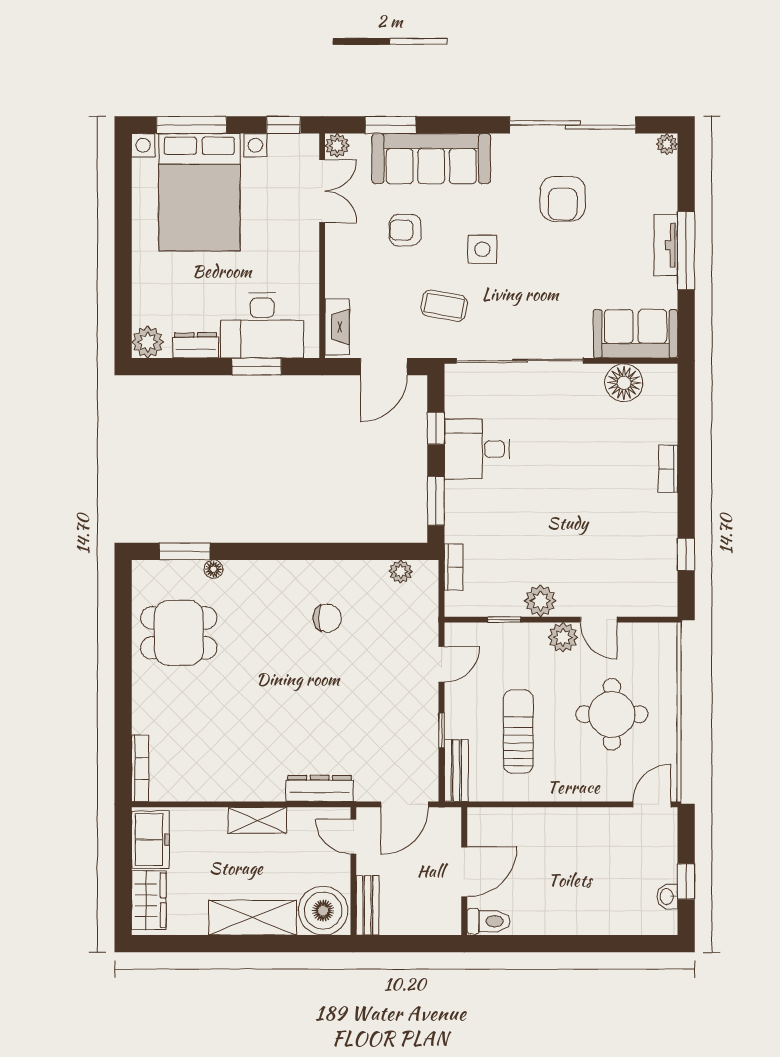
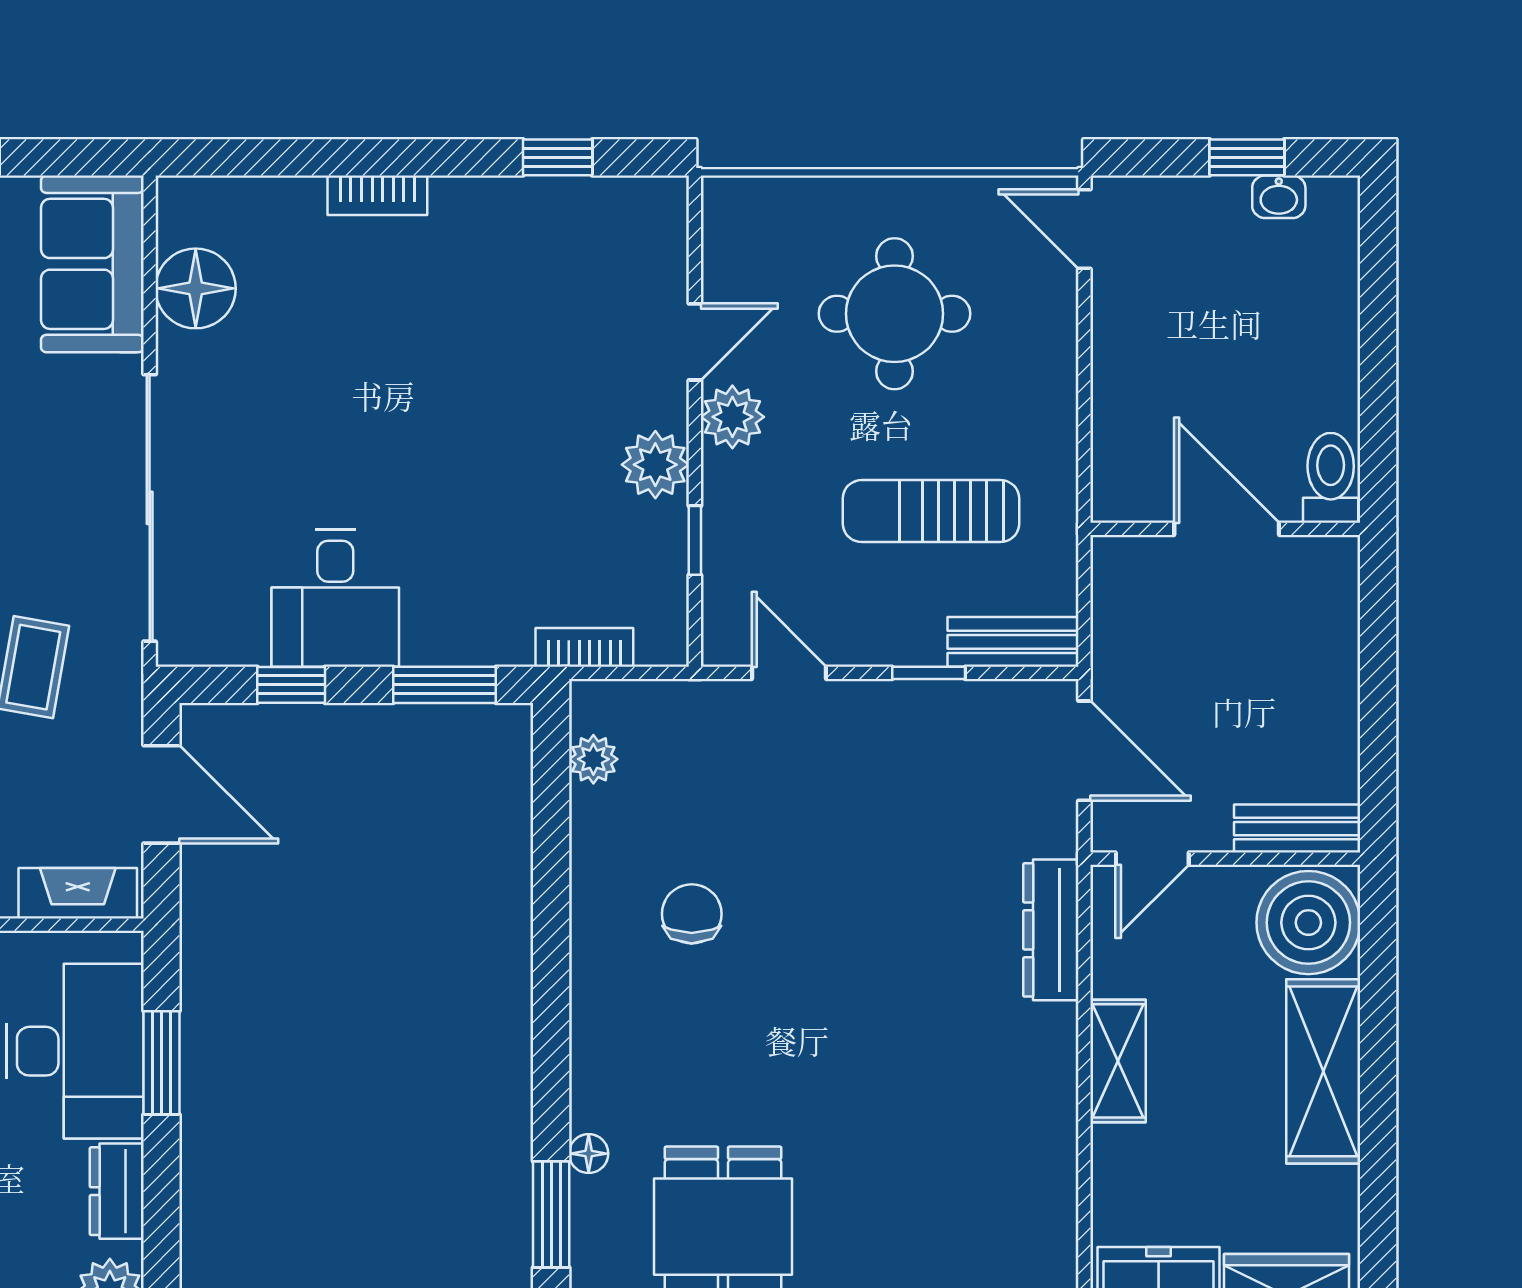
wall: (464, 871) -> (1225, 529), moved
door: (464, 872) -> (1227, 529), moved
toilet: (489, 921) -> (1331, 478), moved

